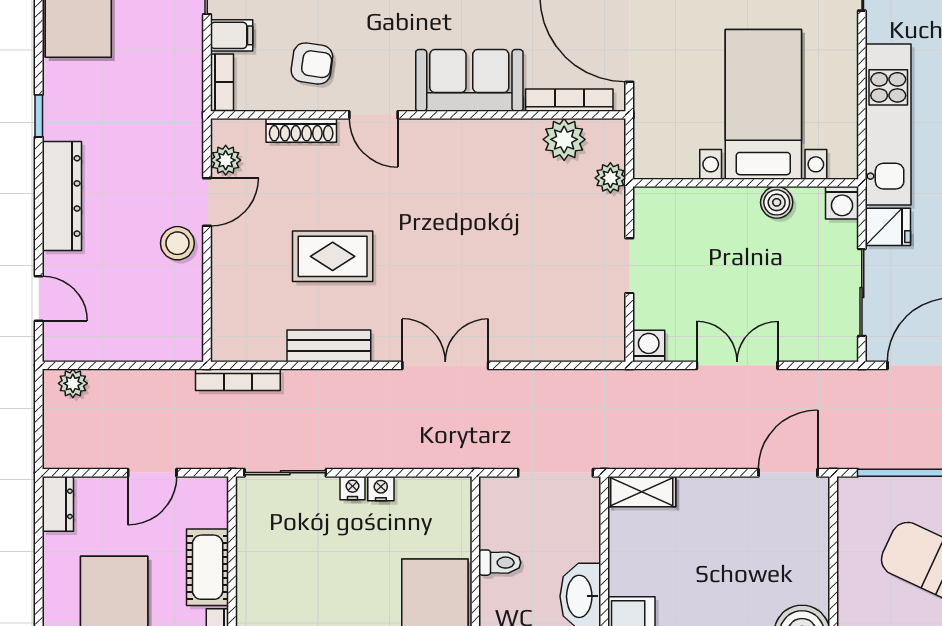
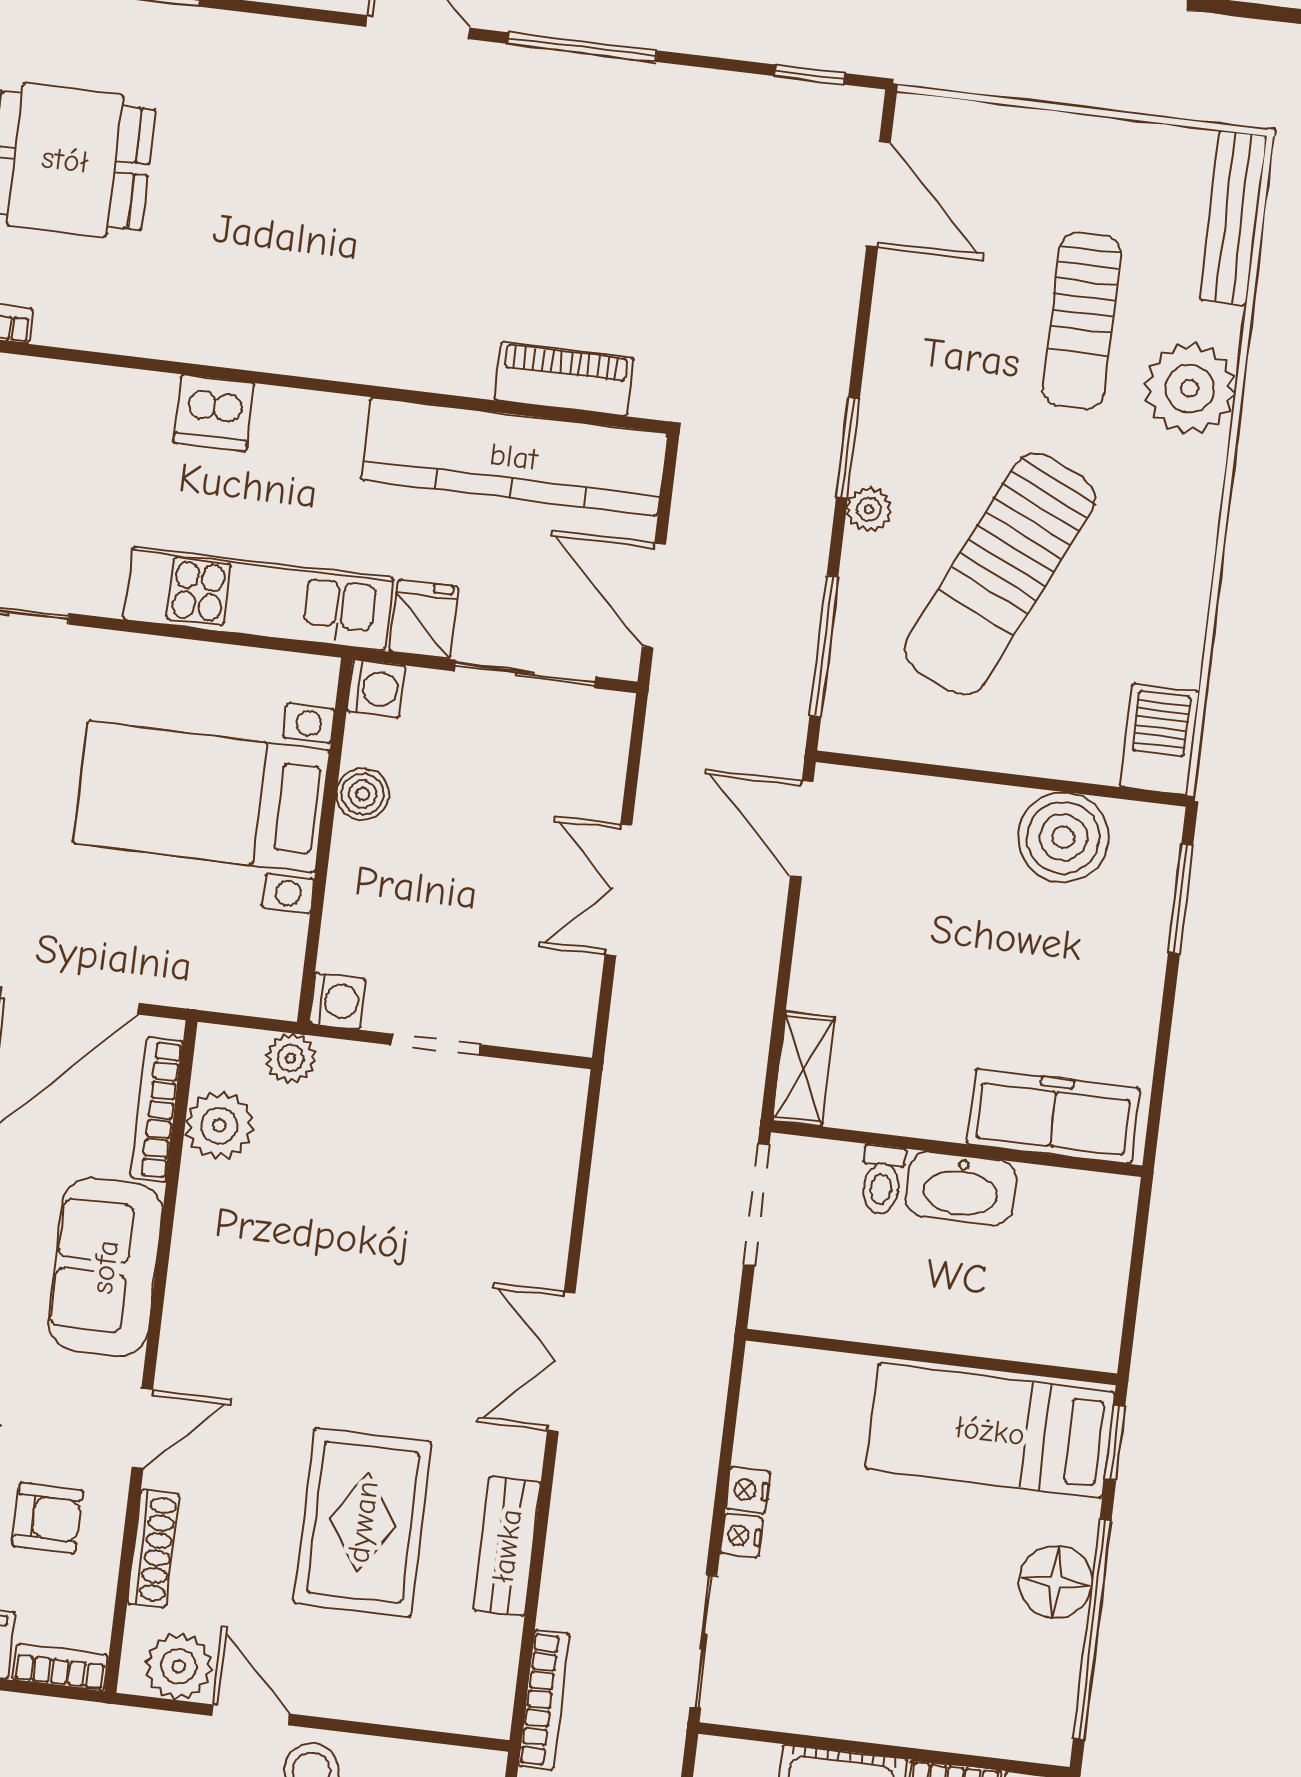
armchair: (312, 64) -> (47, 1518), turned 82
plant: (226, 160) -> (179, 1666), width x1.38, depth x1.38
rug: (333, 256) -> (363, 1522), width x1.36, depth x1.43
washing machine: (649, 346) -> (337, 1001), moved, turned 180
toilet: (500, 563) -> (882, 1180), moved, turned 180

